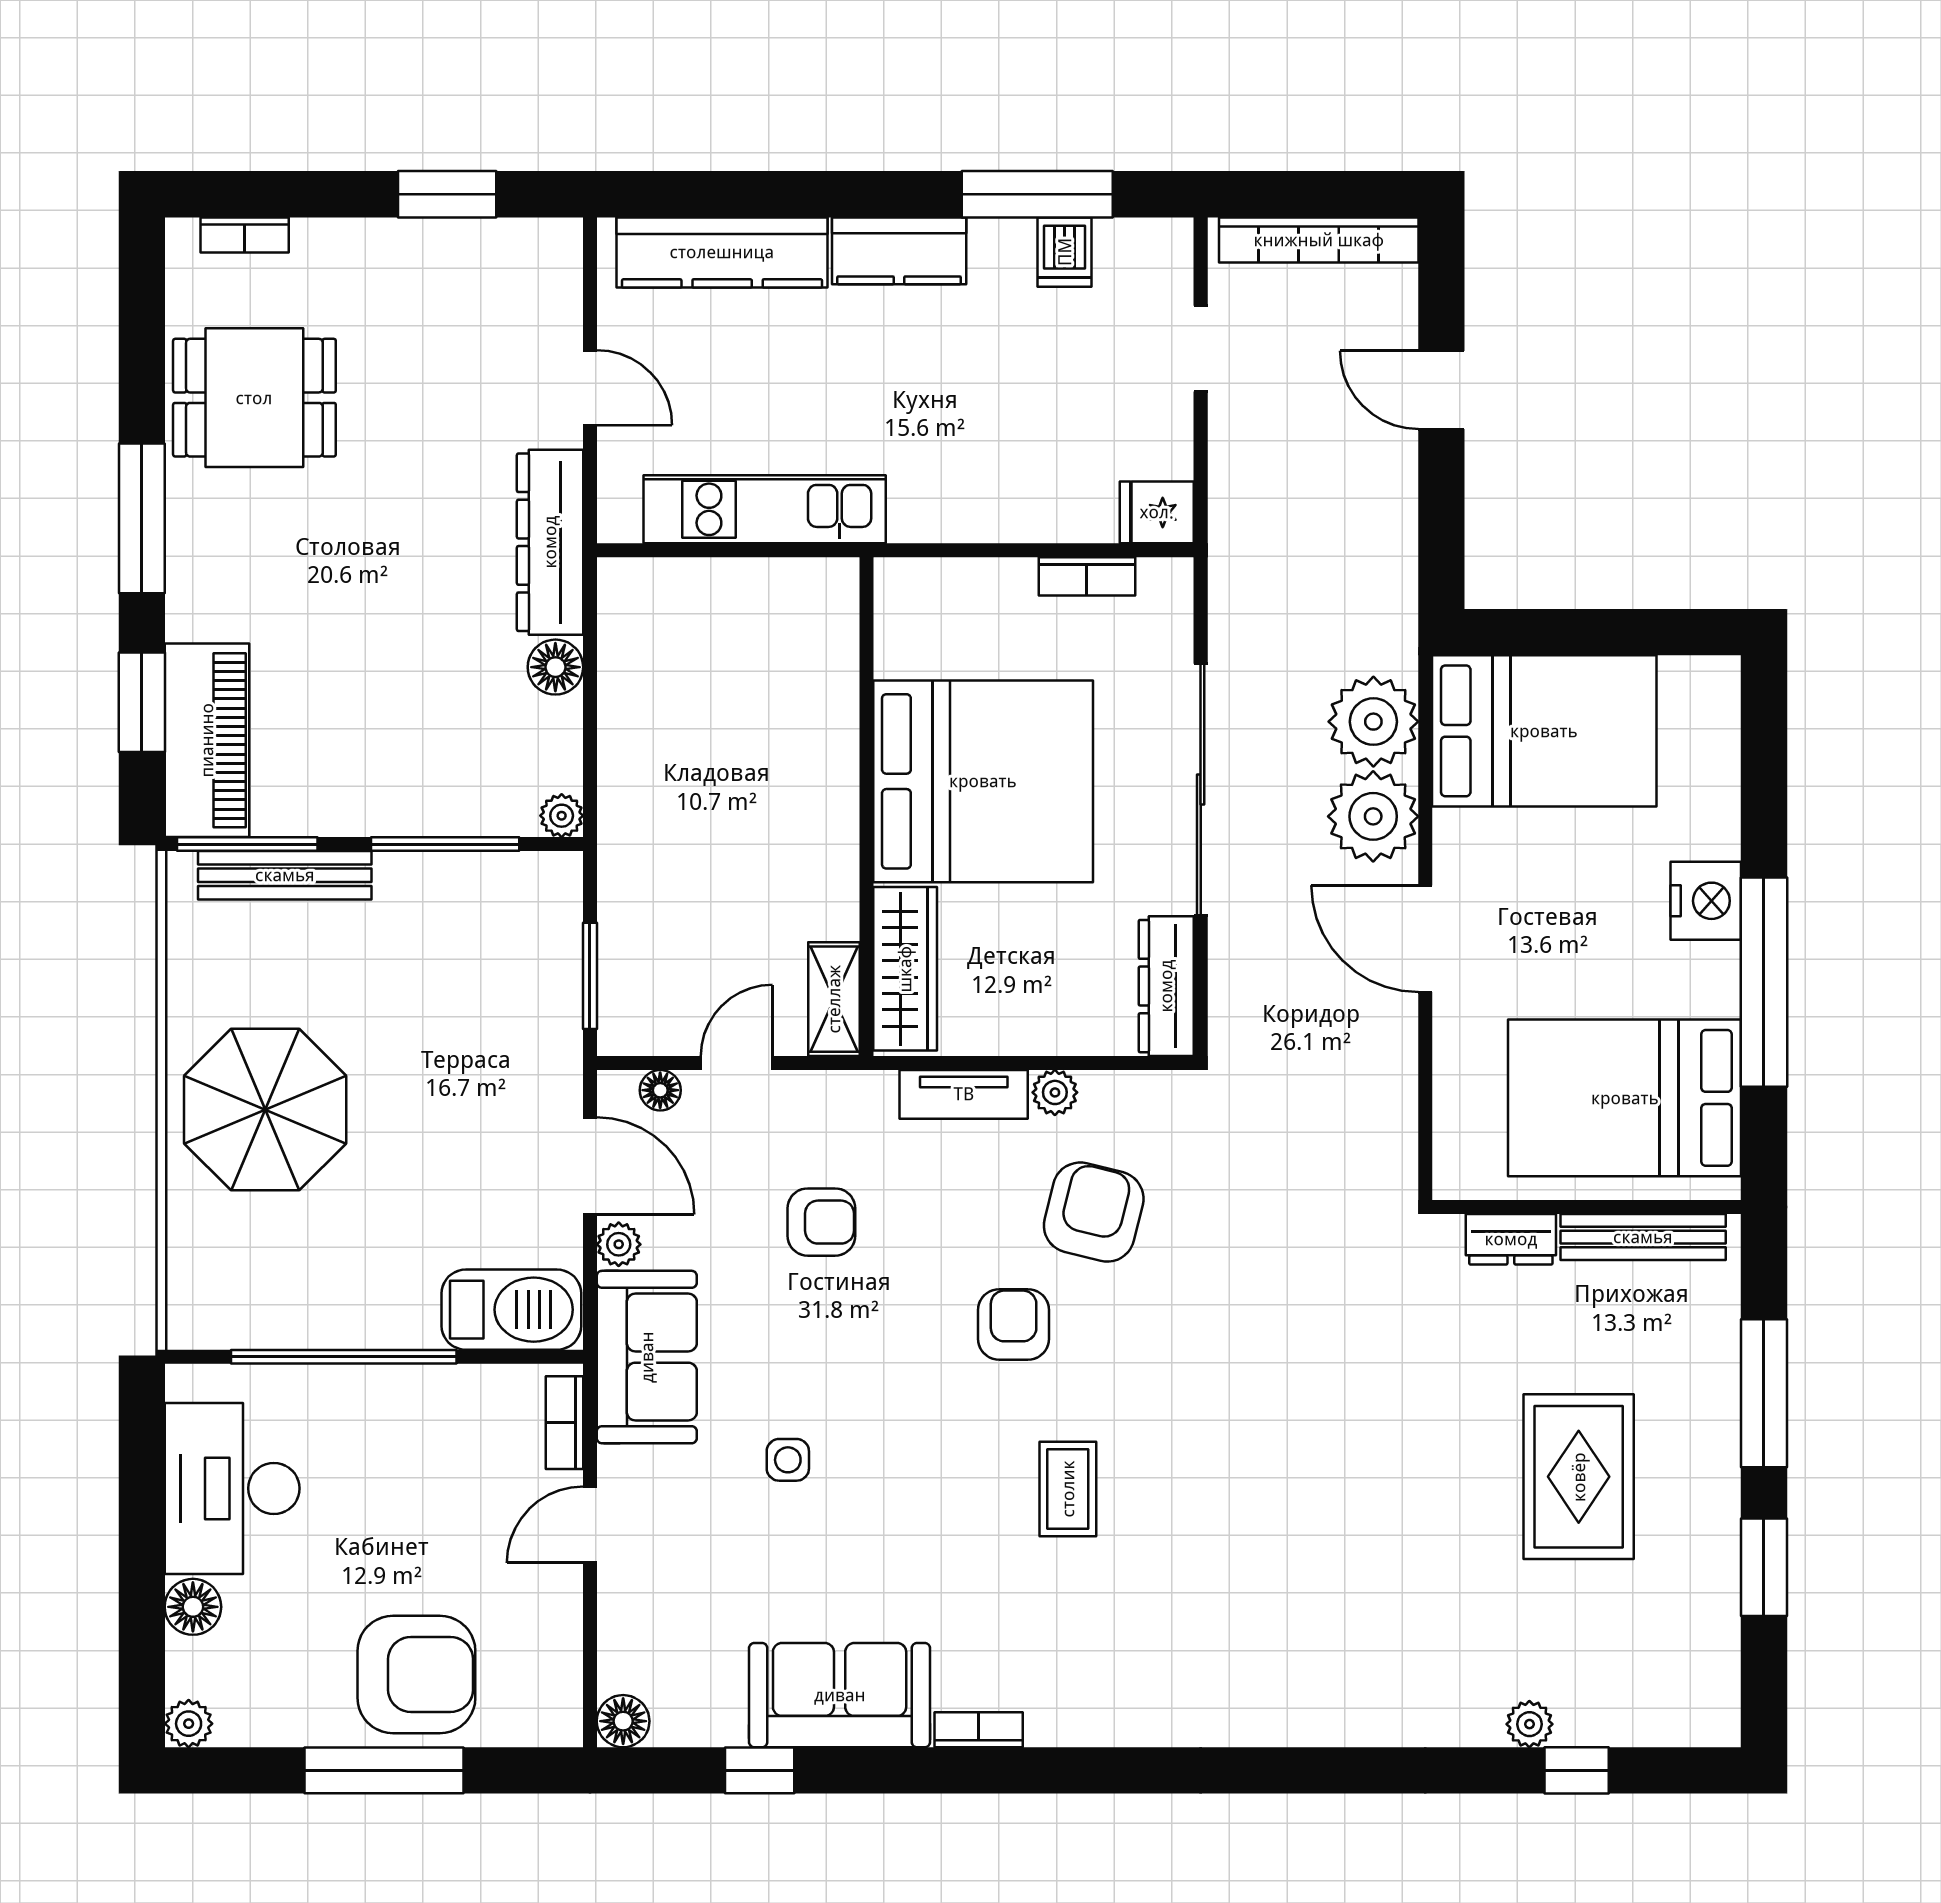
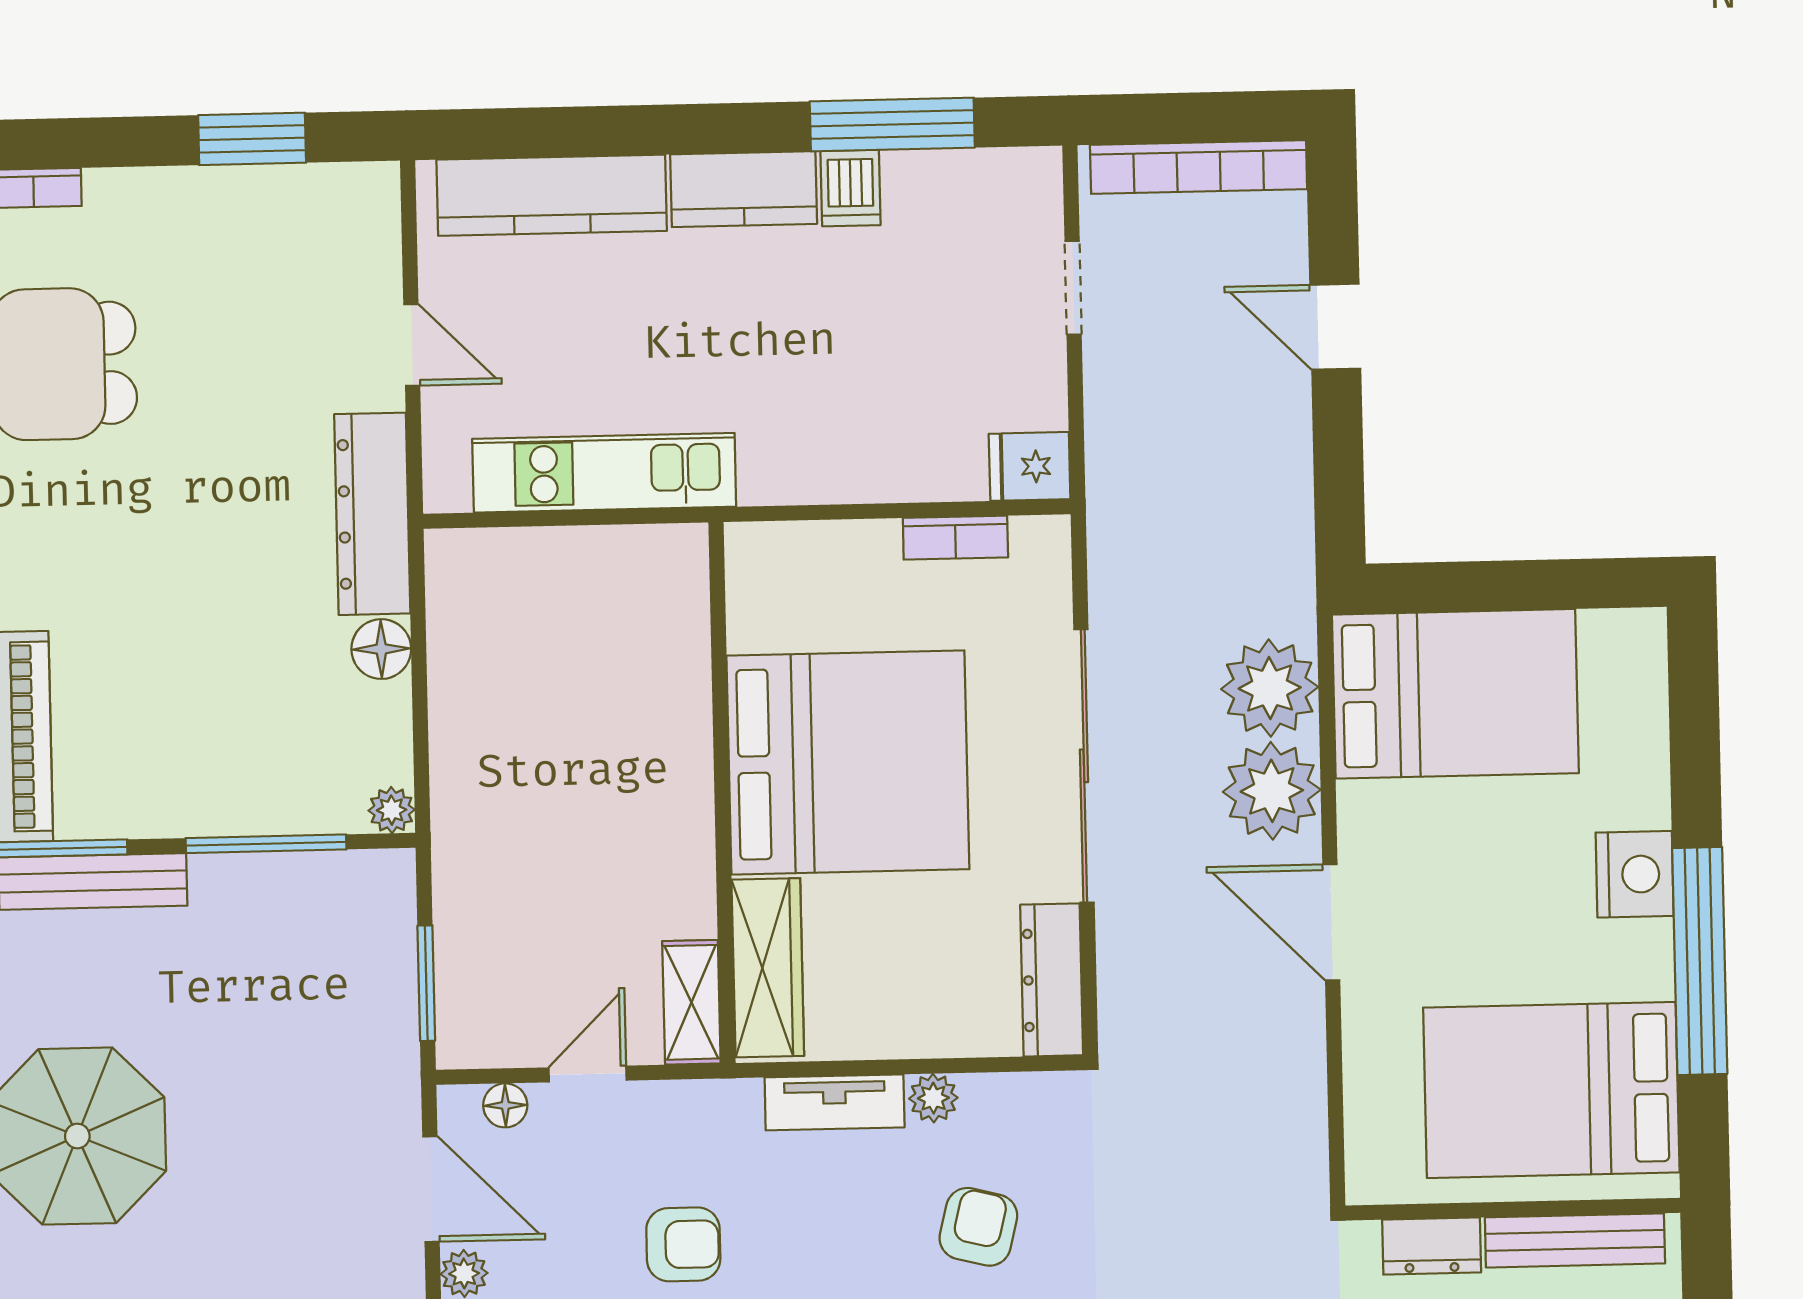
dishwasher: (1065, 252) -> (851, 188), moved
armchair: (1094, 1212) -> (978, 1227), width x0.72, depth x0.72

